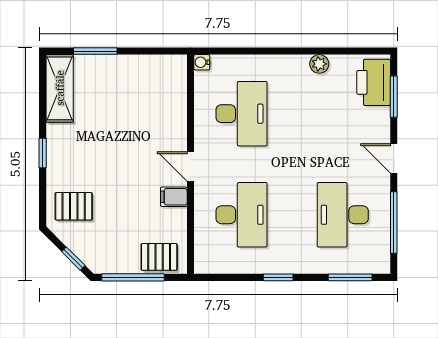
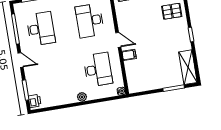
plant: (319, 64) -> (82, 97), moved
printer: (374, 82) -> (35, 101), width x0.53, depth x0.68
desk: (242, 114) -> (98, 70), turned 180
filing cabinet: (174, 197) -> (129, 55), moved

